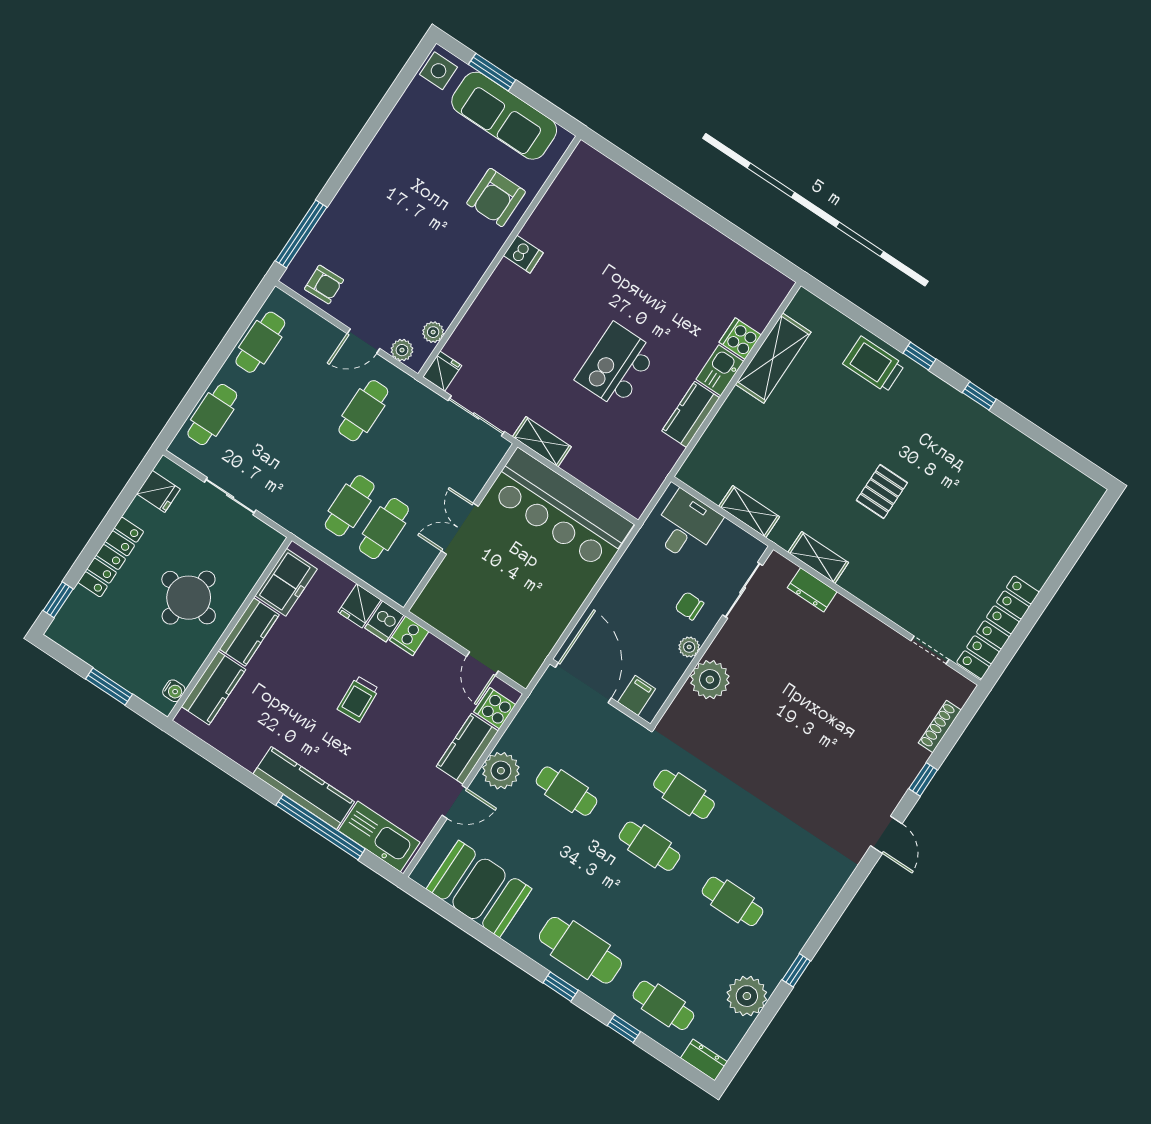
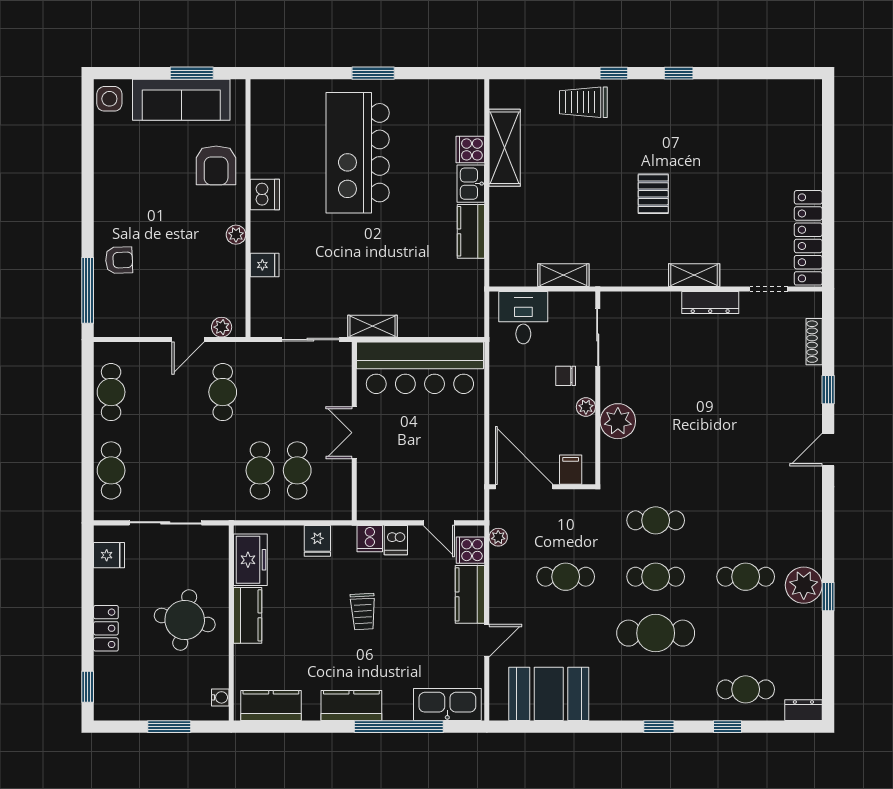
window: (492, 72) -> (192, 73), moved
window: (698, 209) -> (373, 73), added
dishwasher: (523, 254) -> (265, 194), width x1.38
armchair: (324, 284) -> (119, 260), moved
plant: (433, 332) -> (236, 235), moved
kitchen island: (616, 365) -> (358, 153), moved, width x1.87, depth x1.28
fridge: (442, 371) -> (265, 265), moved, turned 90
sliding door: (230, 496) -> (165, 523), width x1.37
locker: (111, 557) -> (106, 628), width x0.66
shelving: (818, 557) -> (694, 275), moved
dresser: (812, 590) -> (710, 302), moved, width x1.44
dishwasher: (384, 621) -> (396, 540), moved
kitchen counter: (214, 688) -> (271, 706), moved, turned -90
plant: (501, 771) -> (498, 537), moved, width x0.53, depth x0.53
kitchen counter: (304, 788) -> (351, 706), width x0.67
door: (886, 835) -> (828, 450), swing flipped
cafe table: (580, 950) -> (656, 633), moved
plant: (747, 996) -> (804, 585), moved

